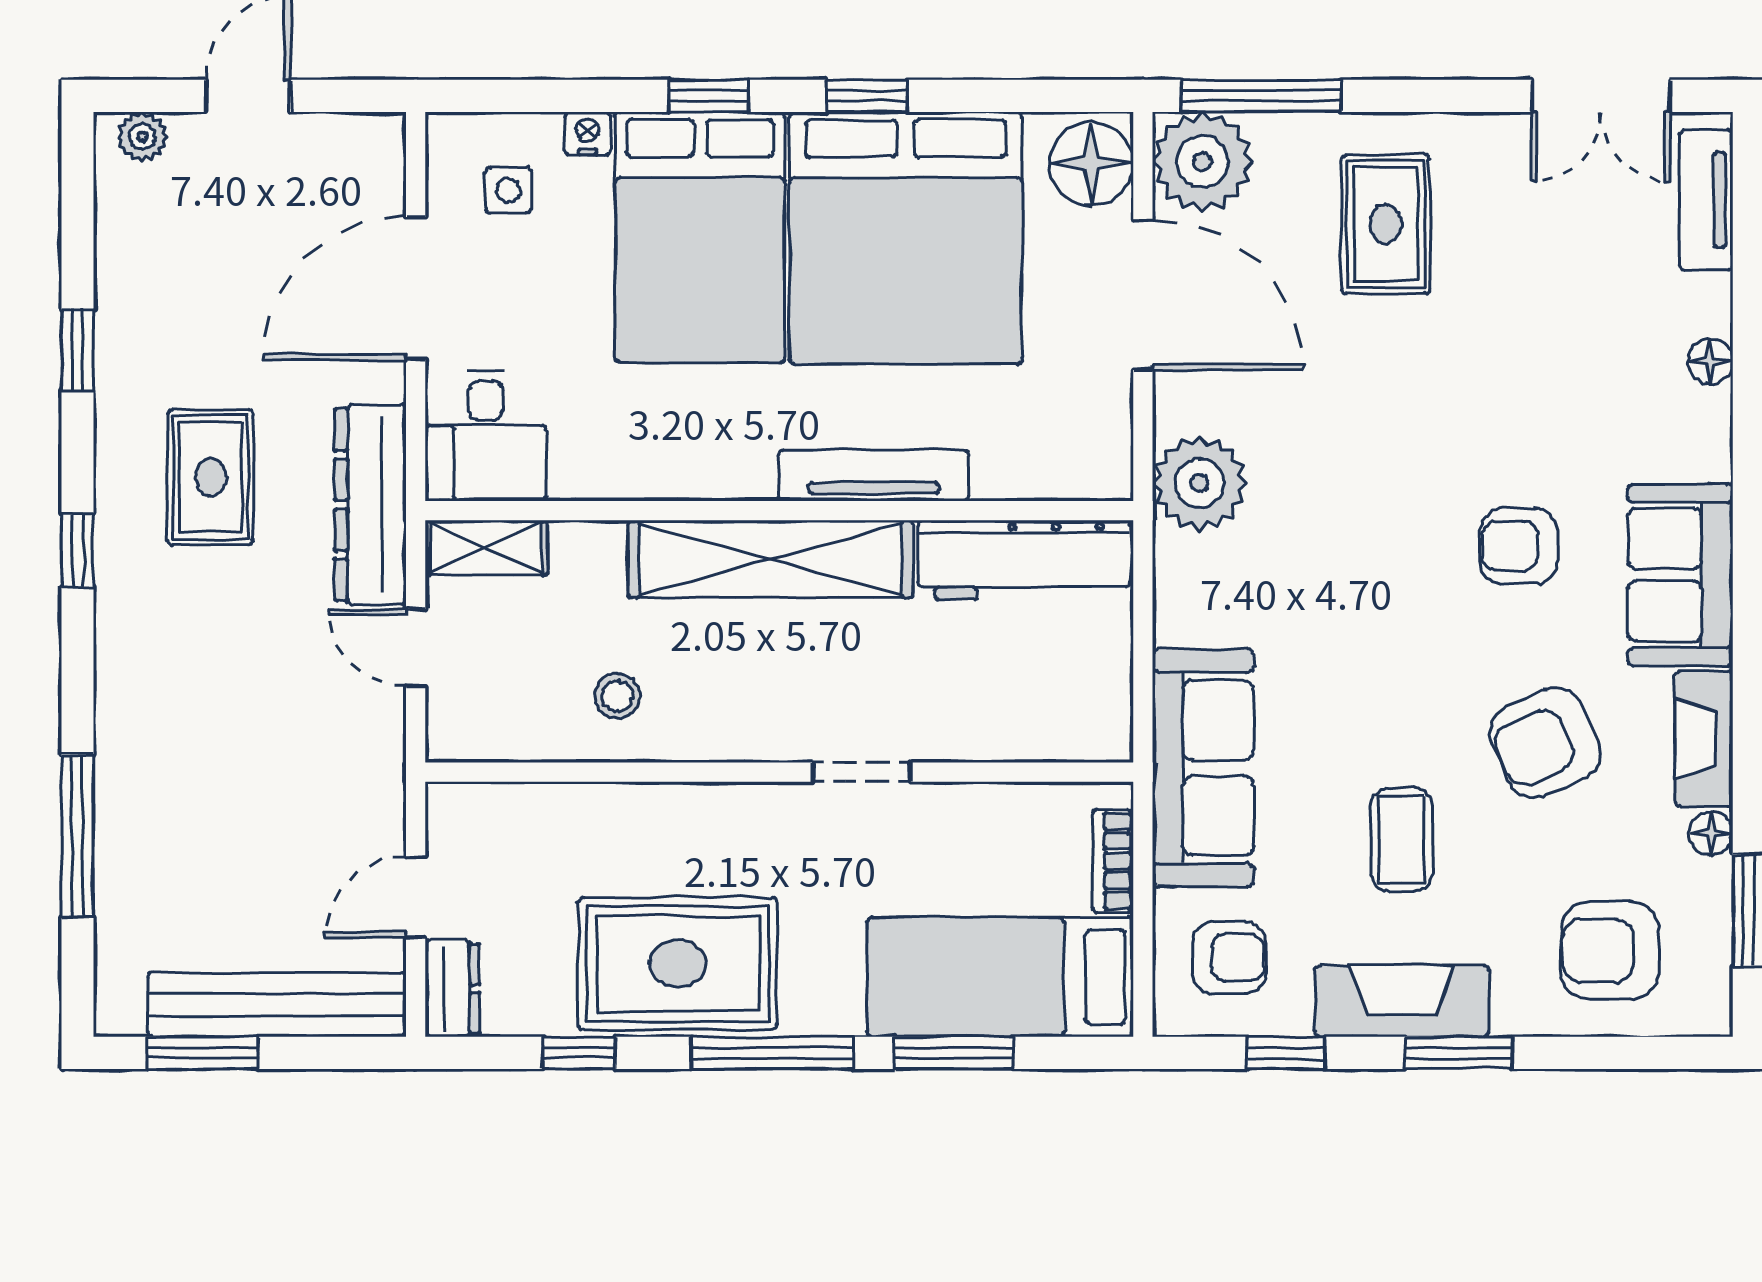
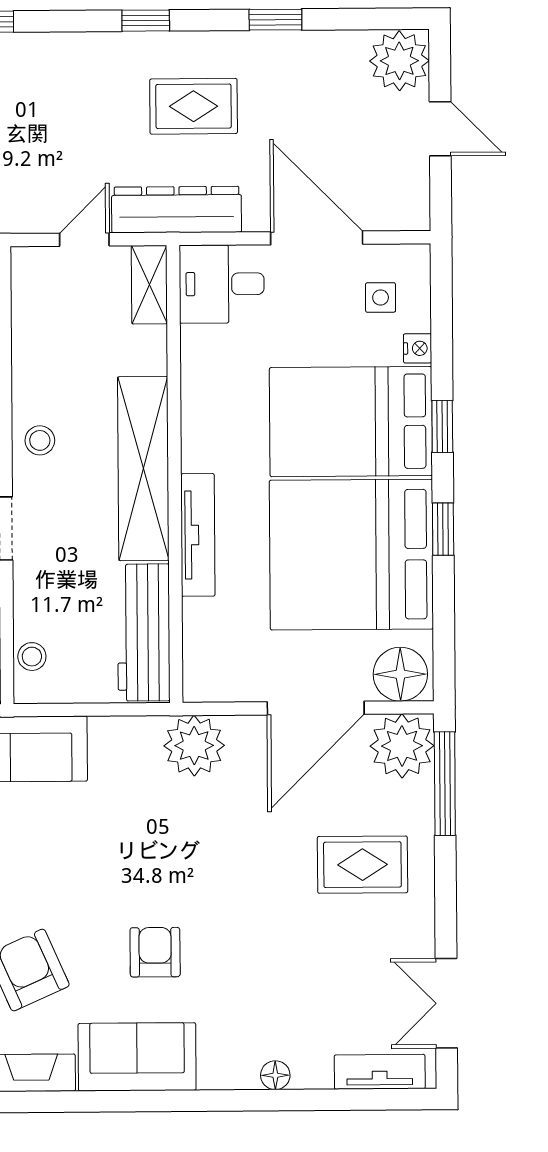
plant: (142, 137) -> (399, 61), width x1.88, depth x1.88
stool: (617, 696) -> (40, 440), moved
stool: (1060, 733) -> (32, 657), added

